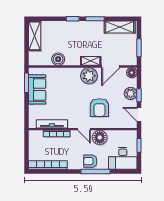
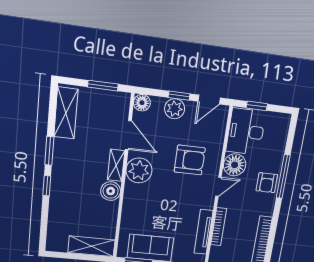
shelving: (35, 36) -> (92, 246), moved
boiler: (58, 59) -> (111, 191), moved
desk: (123, 158) -> (246, 132), moved, turned 180

